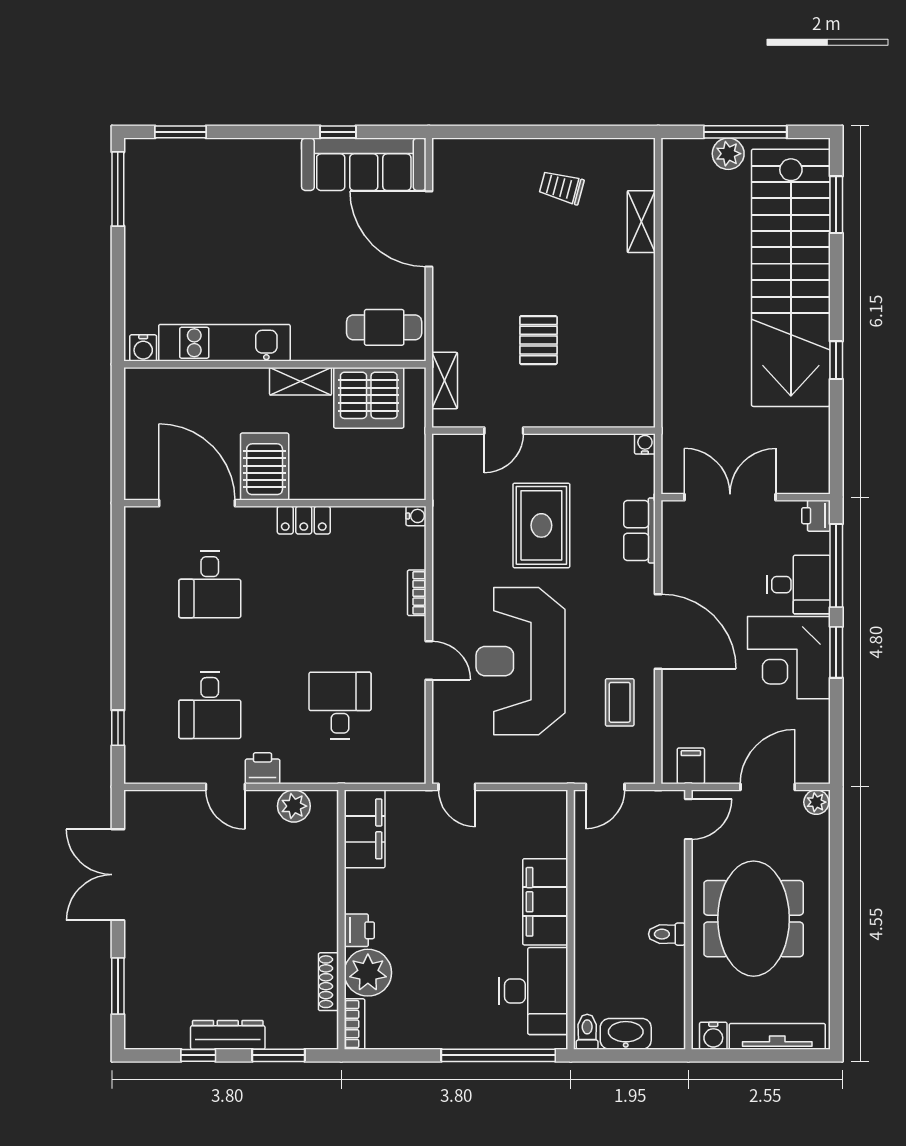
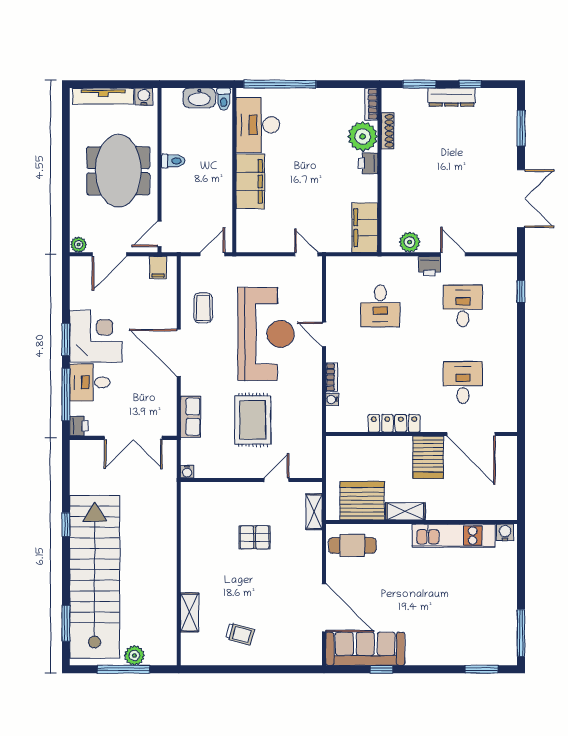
pallet: (538, 340) -> (255, 537), turned 90
water cooler: (416, 516) -> (332, 399), moved
locker: (304, 520) -> (394, 423), width x1.53

